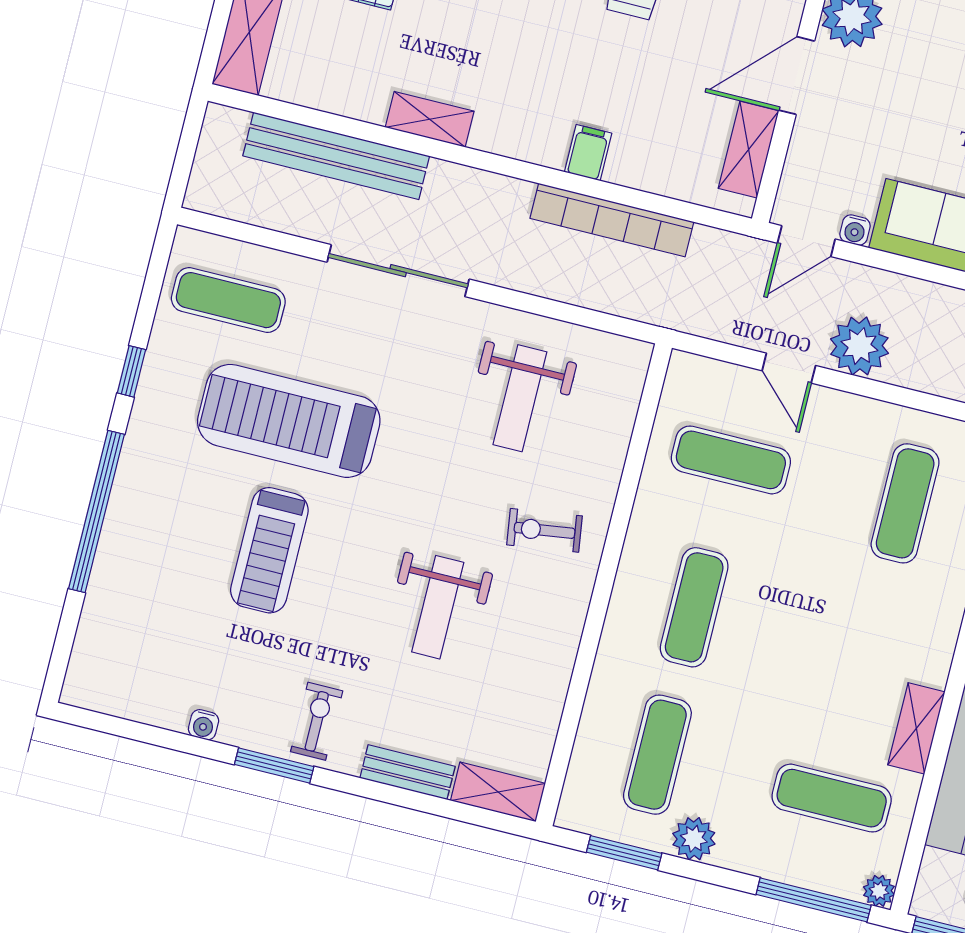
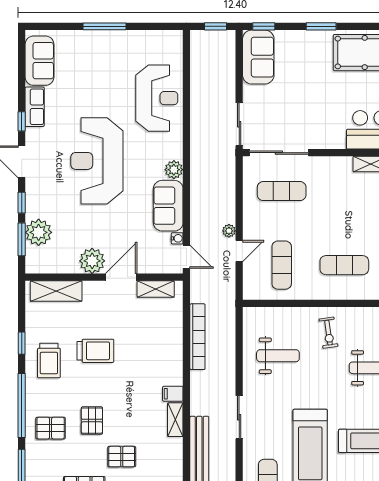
door: (797, 76) -> (121, 277), swing flipped
filing cabinet: (588, 153) -> (173, 394), moved
sliding door: (398, 271) -> (239, 417), width x0.73
plant: (859, 346) -> (229, 231), width x0.53, depth x0.53

